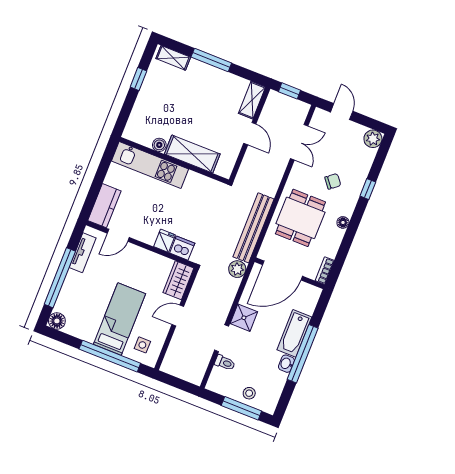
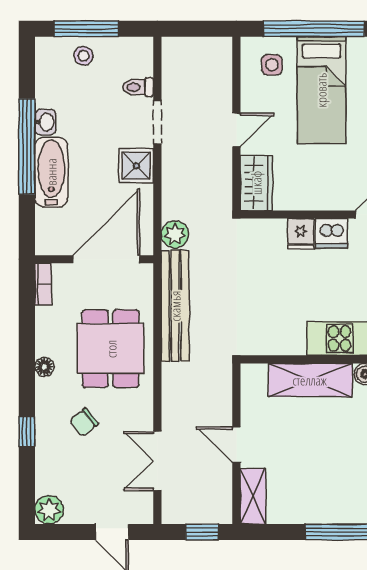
dishwasher: (182, 248) -> (332, 233), moved

